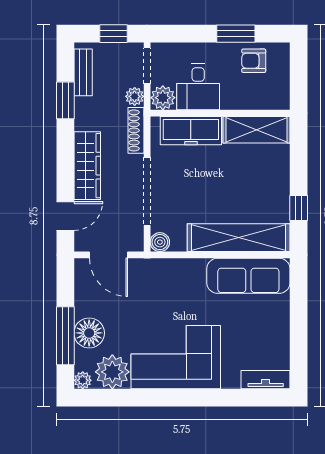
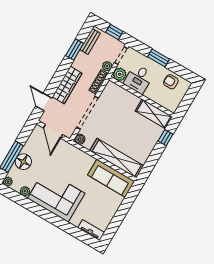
window: (236, 34) -> (159, 58), moved
freezer: (191, 131) -> (124, 97), removed
window: (299, 208) -> (166, 138), moved
door: (65, 216) -> (44, 102), swing flipped
plant: (112, 372) -> (25, 191), width x0.53, depth x0.53

